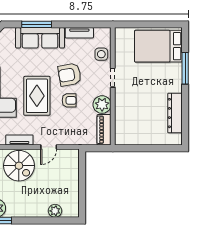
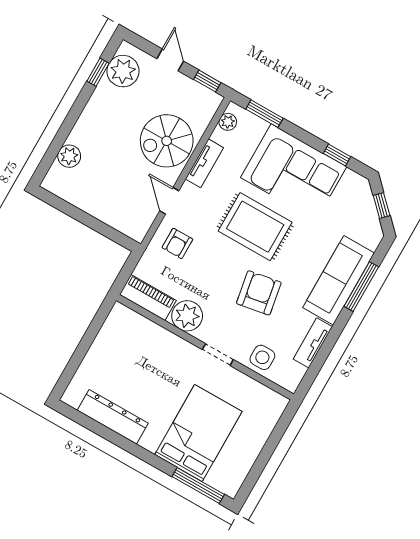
bed: (158, 46) -> (198, 433), moved
window: (185, 68) -> (198, 486), moved
armchair: (69, 100) -> (177, 243), moved

